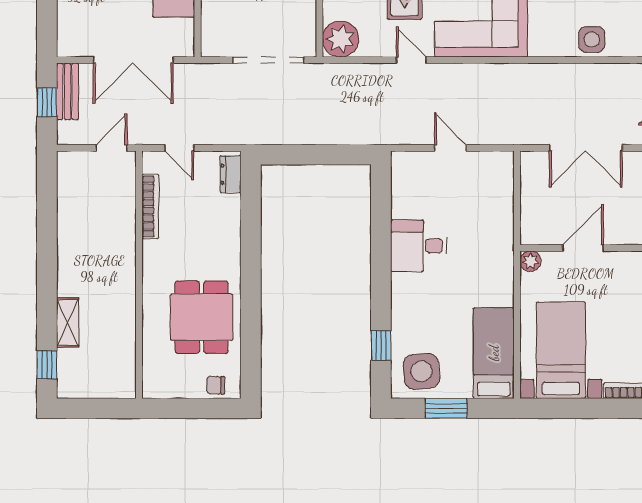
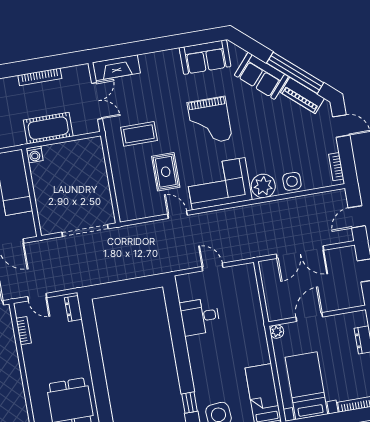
plant: (341, 39) -> (263, 186), moved
bookcase: (150, 207) -> (24, 331), width x0.64
desk: (419, 246) -> (200, 317), moved

